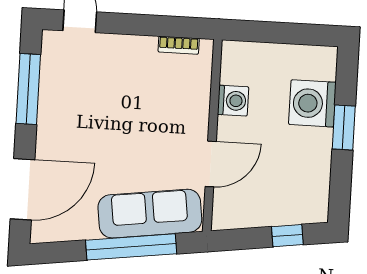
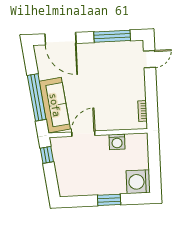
washing machine: (312, 103) -> (138, 182), moved, turned -90
door: (211, 164) -> (83, 134), swing flipped
window: (287, 236) -> (47, 155), moved

